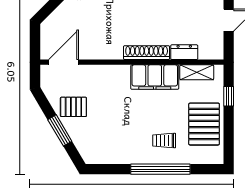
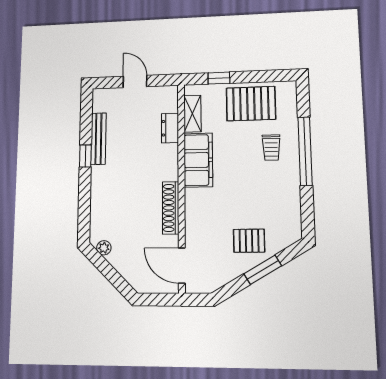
shoe rack: (147, 53) -> (171, 208), moved
pallet: (73, 107) -> (249, 241), moved, turned 90

